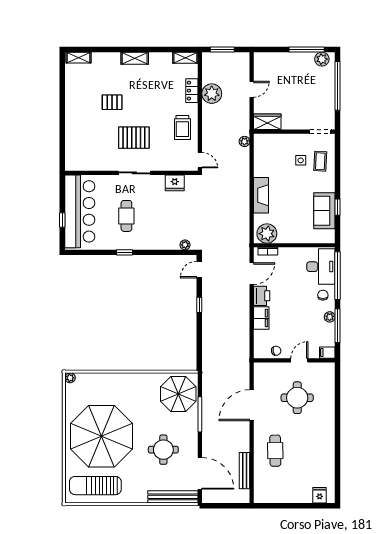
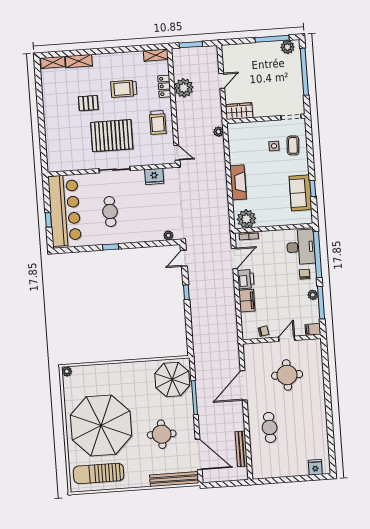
shelving: (135, 58) -> (79, 61), moved
trolley: (150, 90) -> (124, 89), added
pallet: (134, 138) -> (112, 136), width x1.37, depth x1.41

